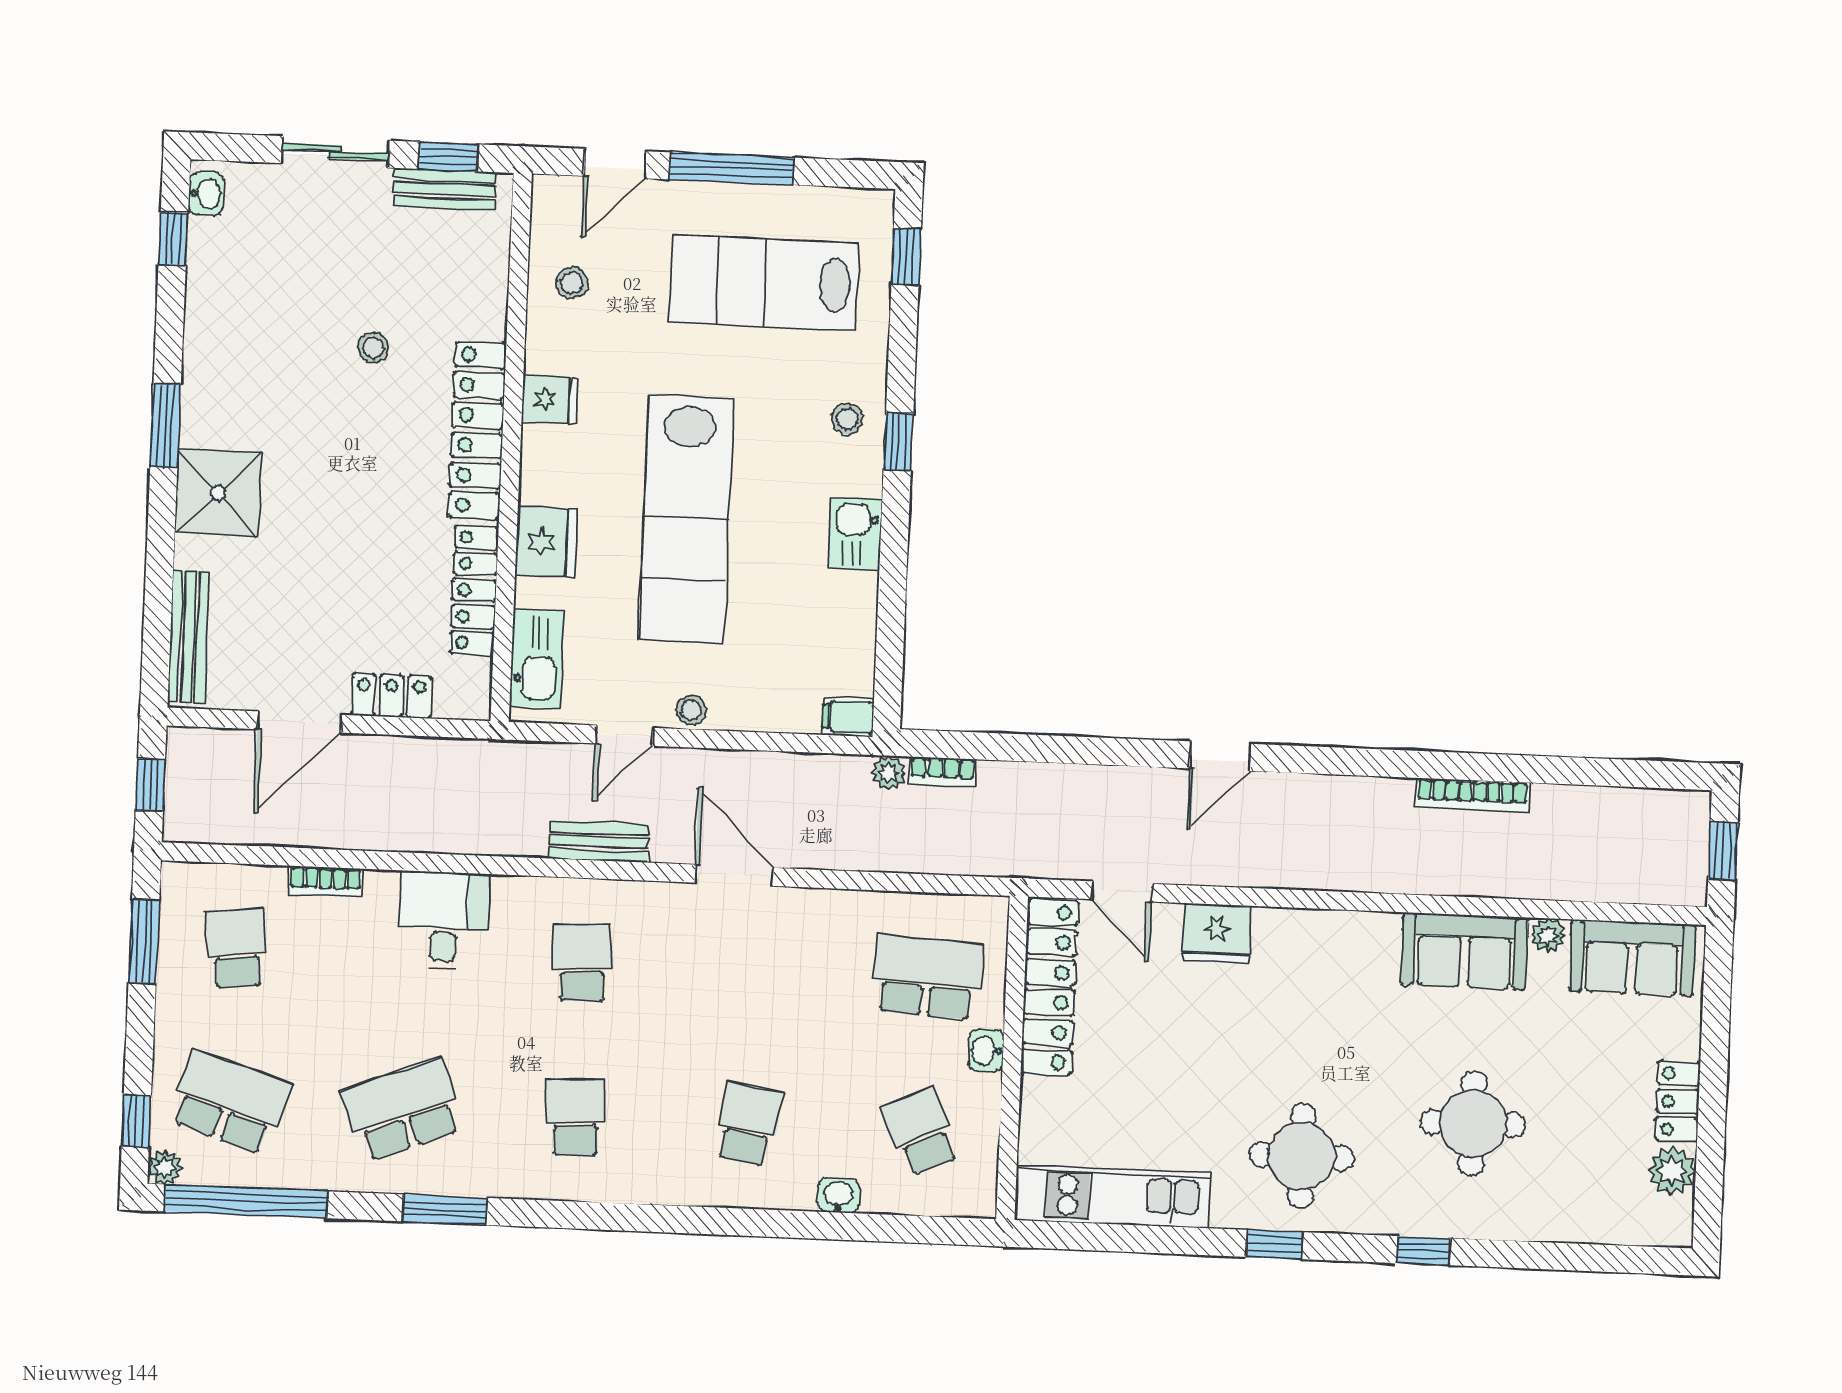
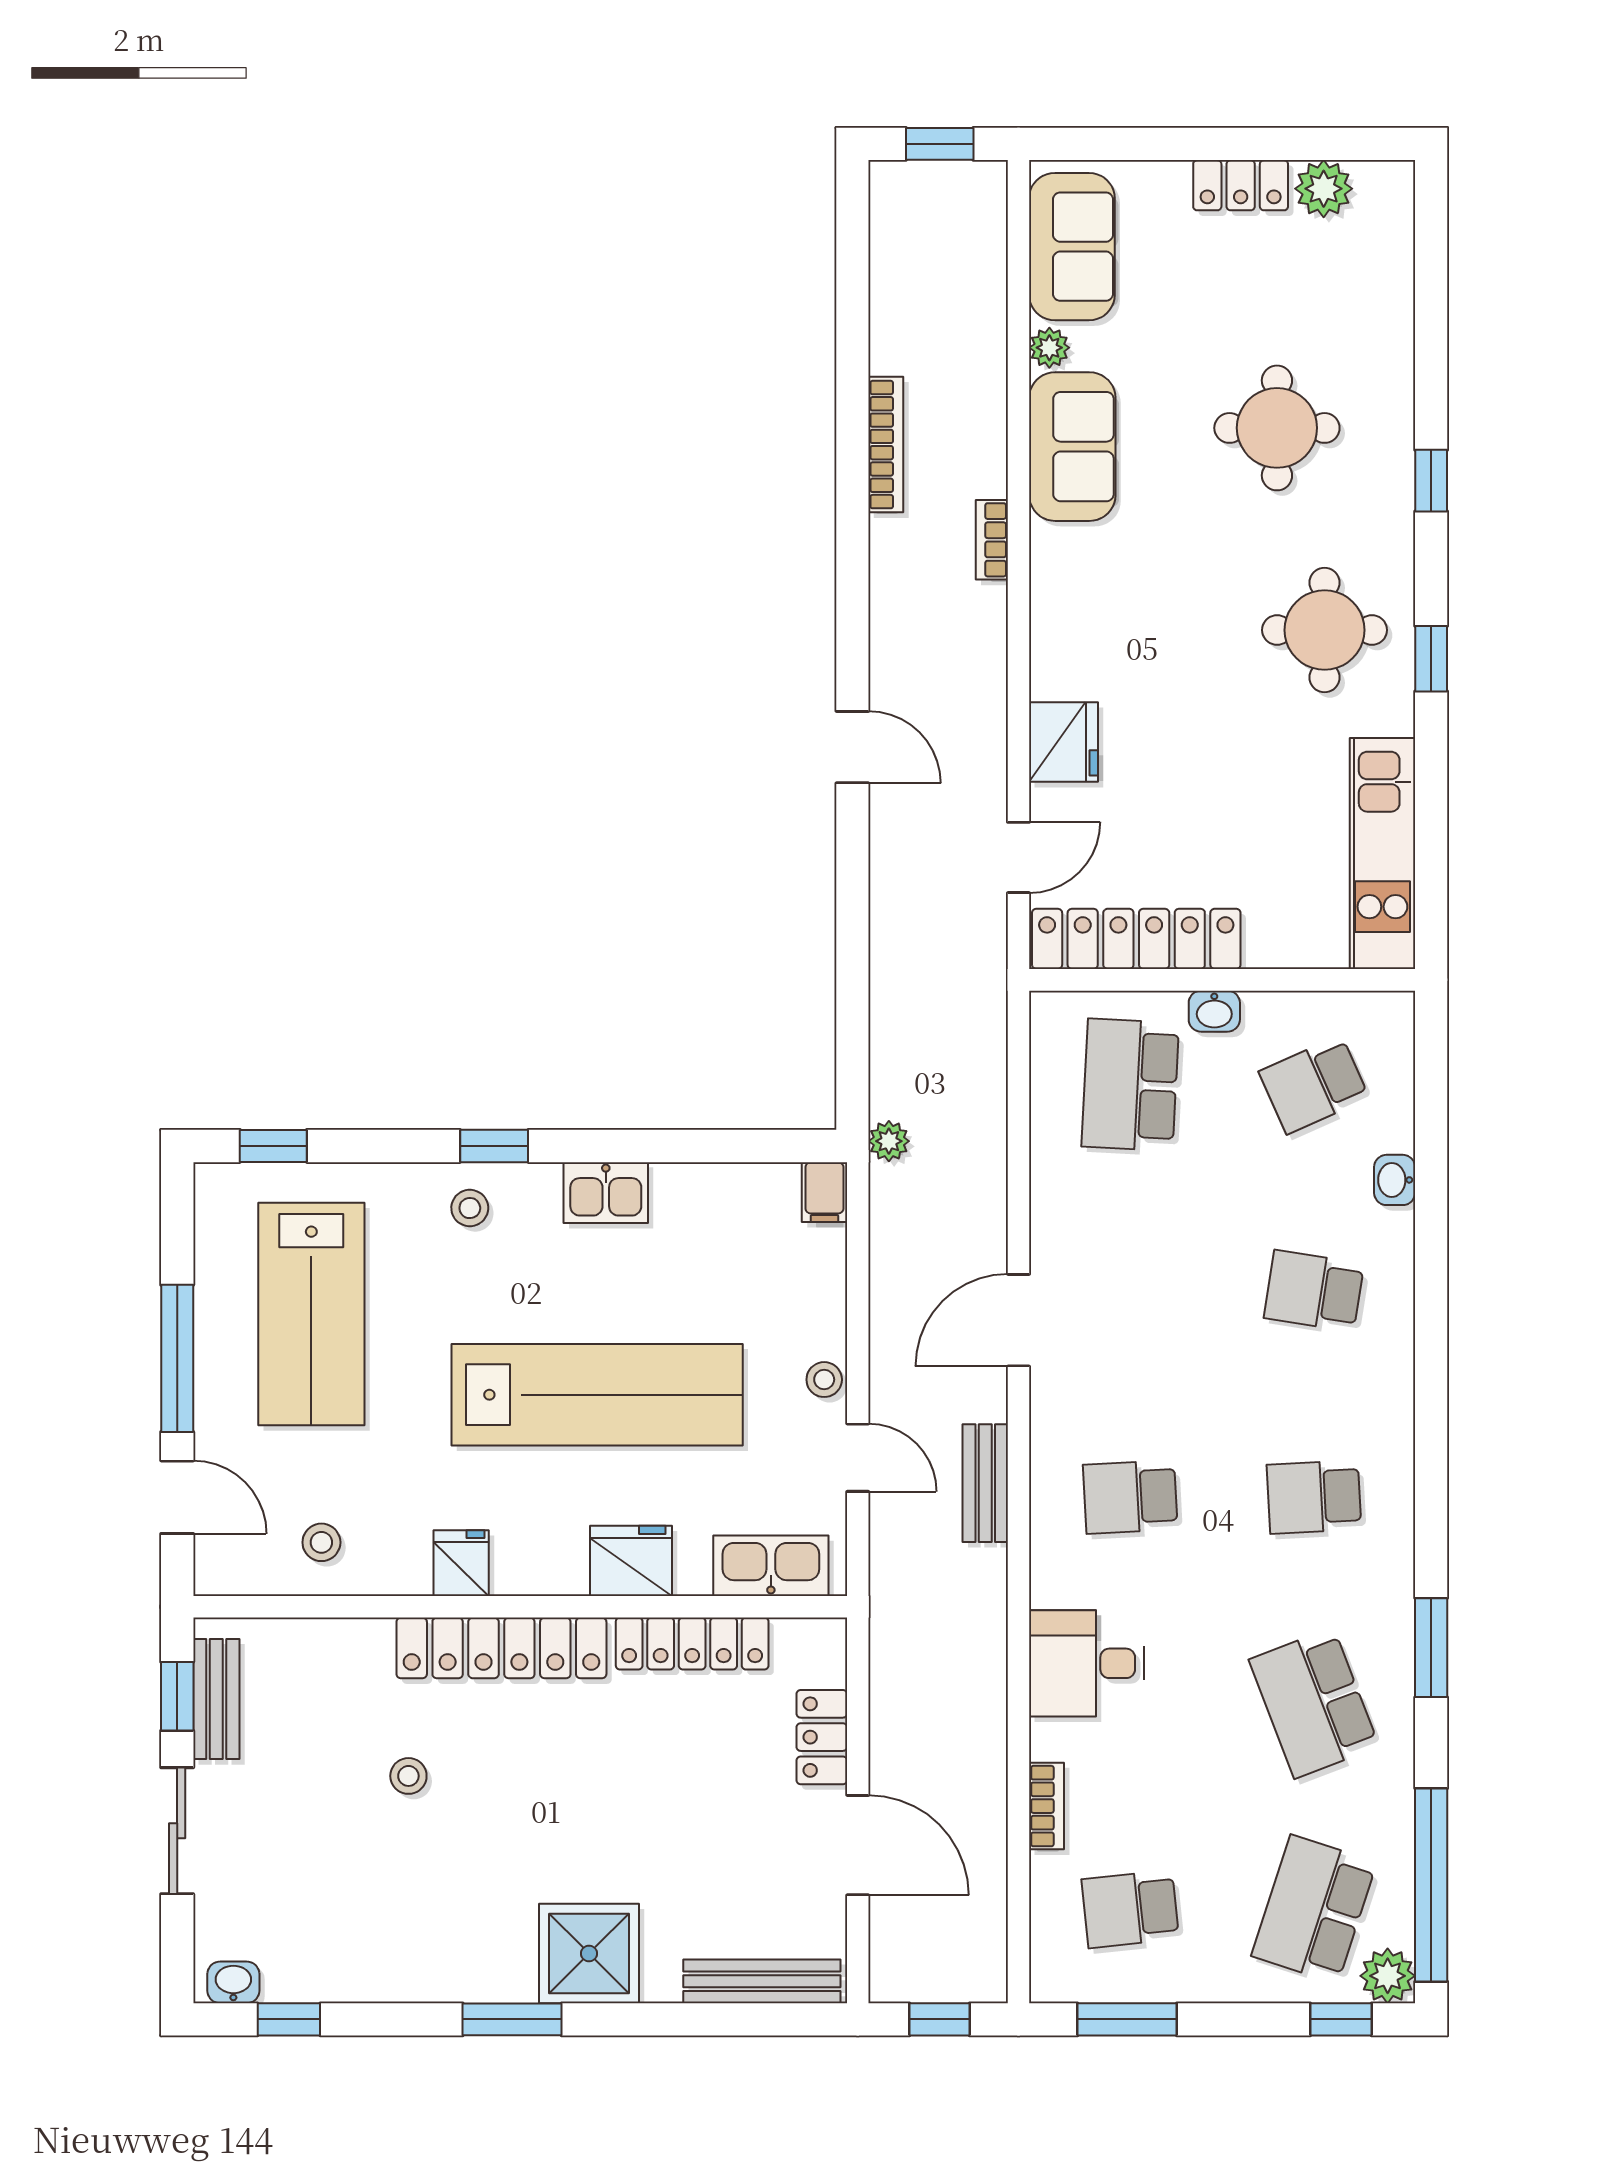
bookcase: (943, 771) -> (992, 540), moved, turned 180
plant: (165, 1168) -> (1388, 1976), width x1.38, depth x1.38

